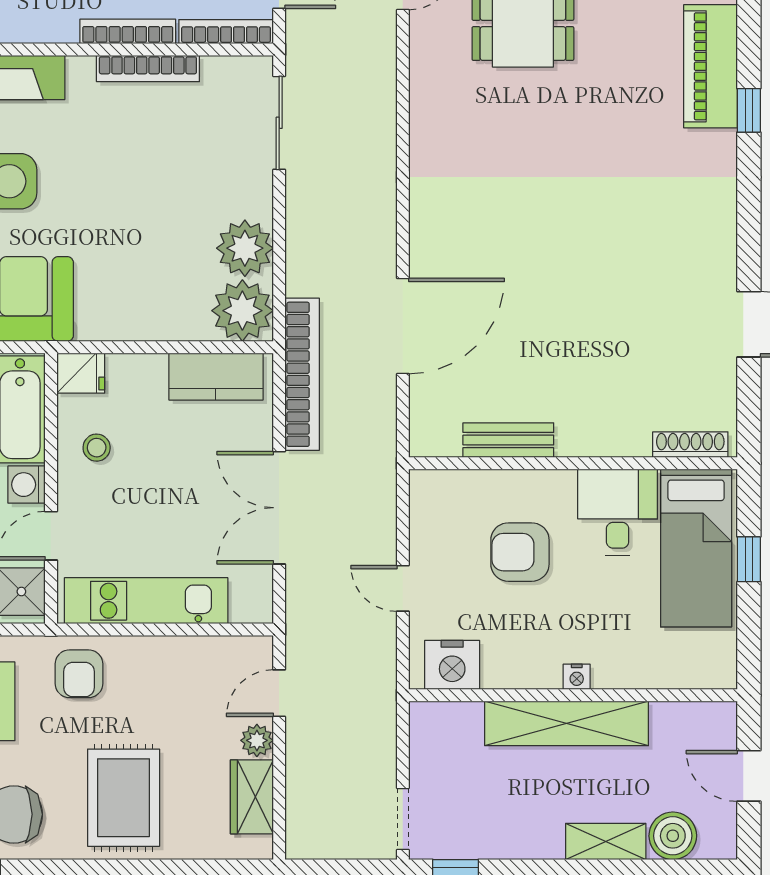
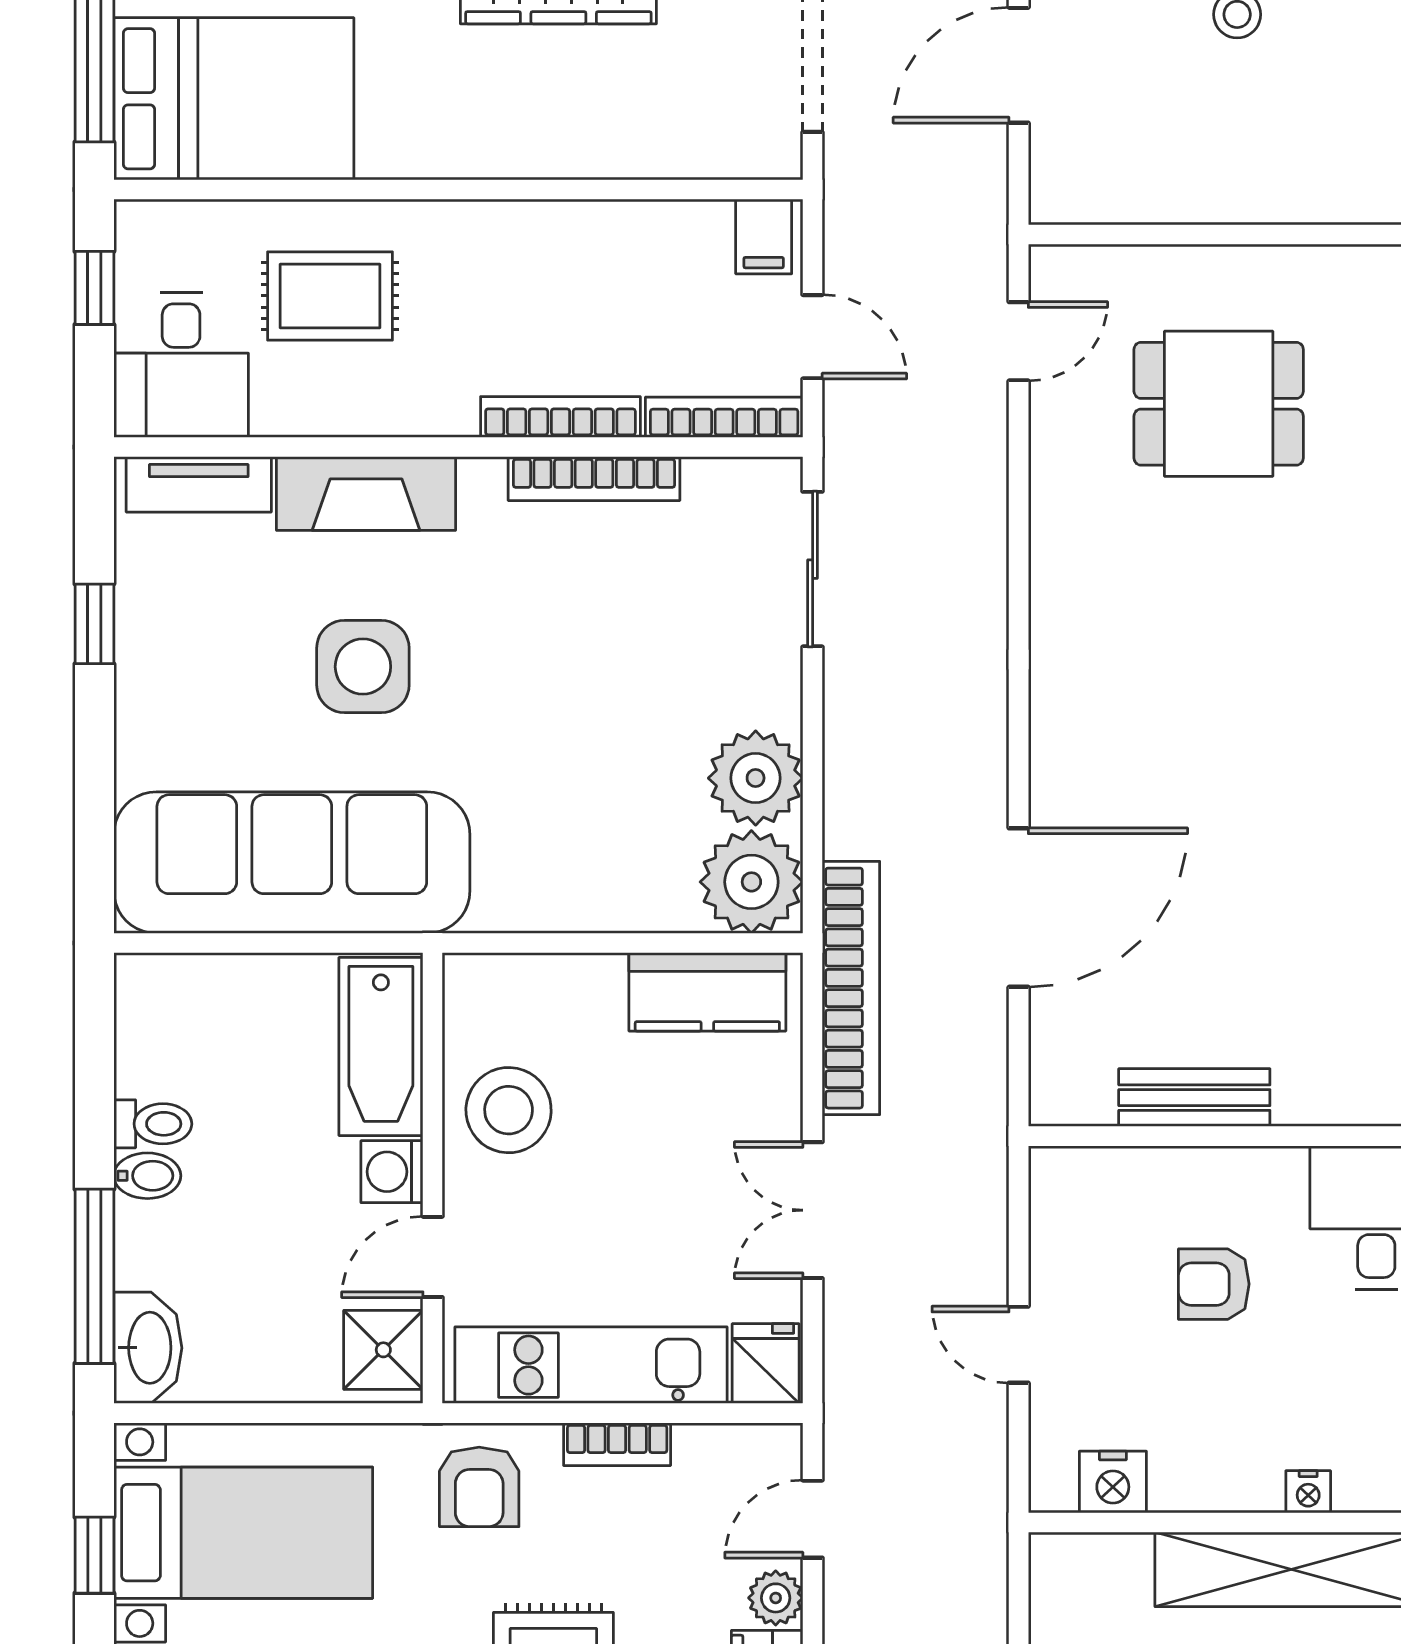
fridge: (81, 373) -> (766, 1364), moved, turned -90
stool: (97, 448) -> (509, 1110), width x1.89, depth x1.89
double door: (279, 508) -> (813, 1210), width x0.73
armchair: (520, 552) -> (1214, 1284), width x0.72, depth x0.72
bookcase: (162, 648) -> (617, 1444), added
nightstand: (452, 665) -> (1113, 1482), width x0.74, depth x0.75

